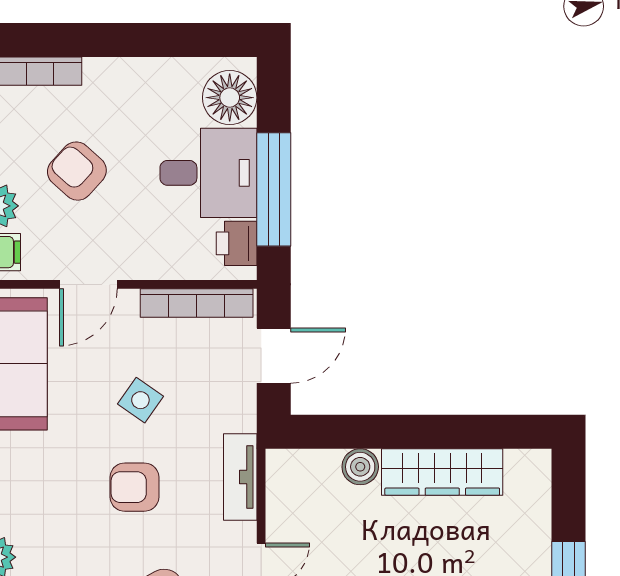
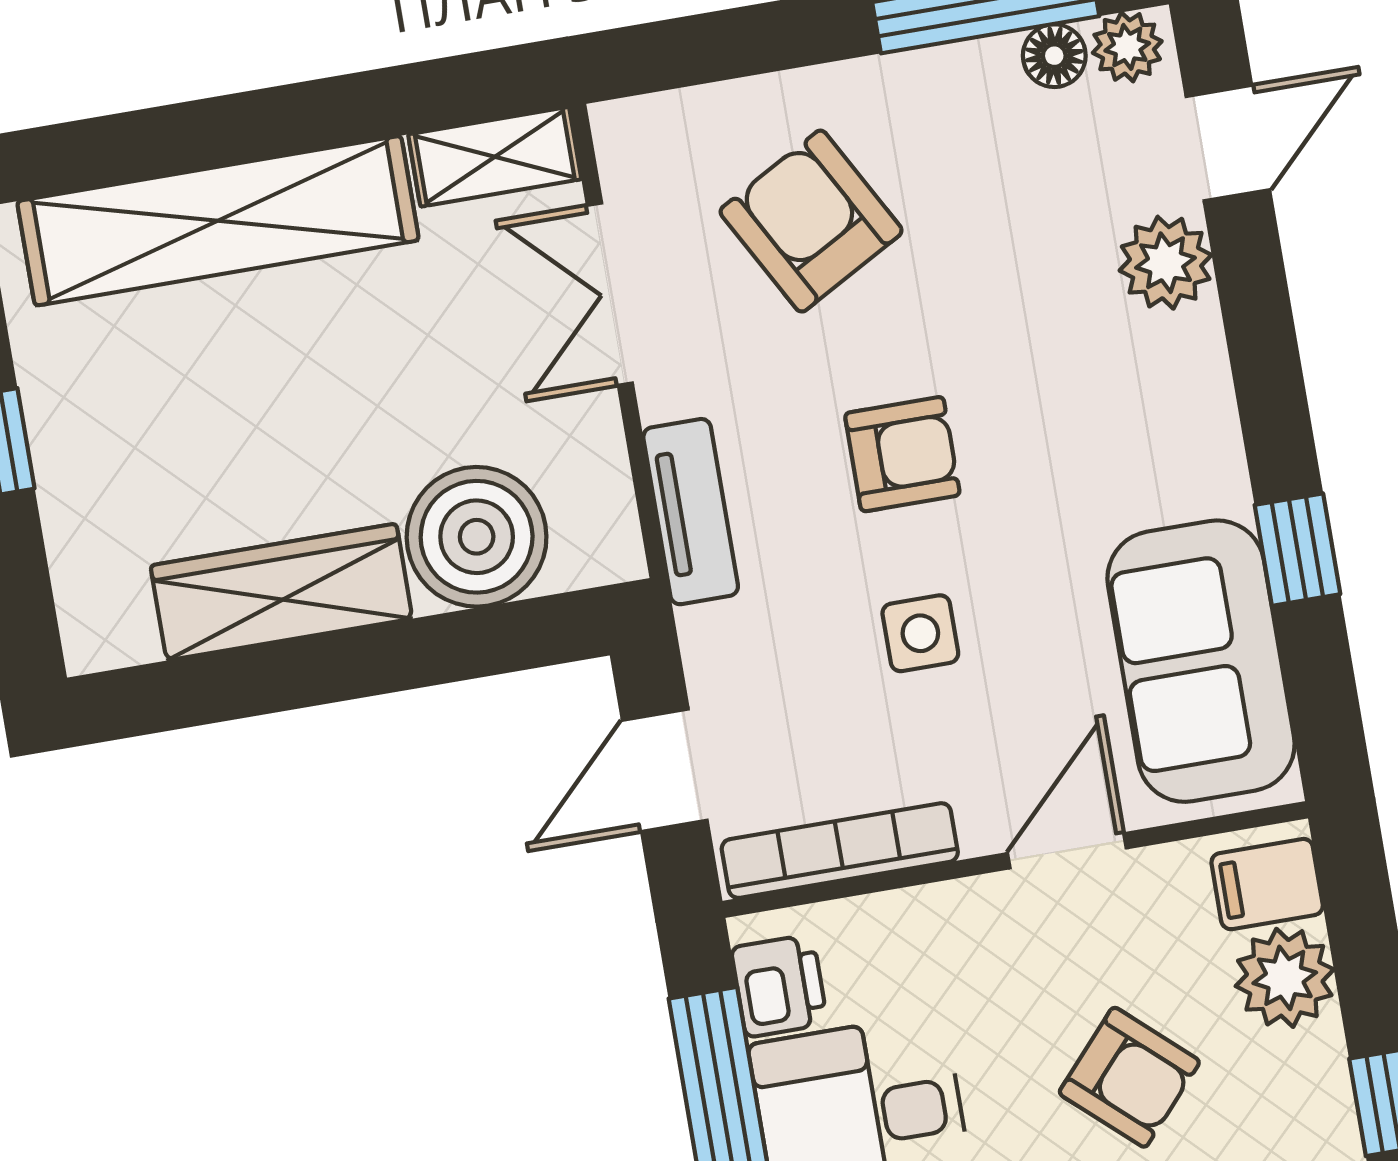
side table: (140, 400) -> (920, 633), turned -35
boiler: (360, 467) -> (477, 537), width x1.86, depth x1.86

